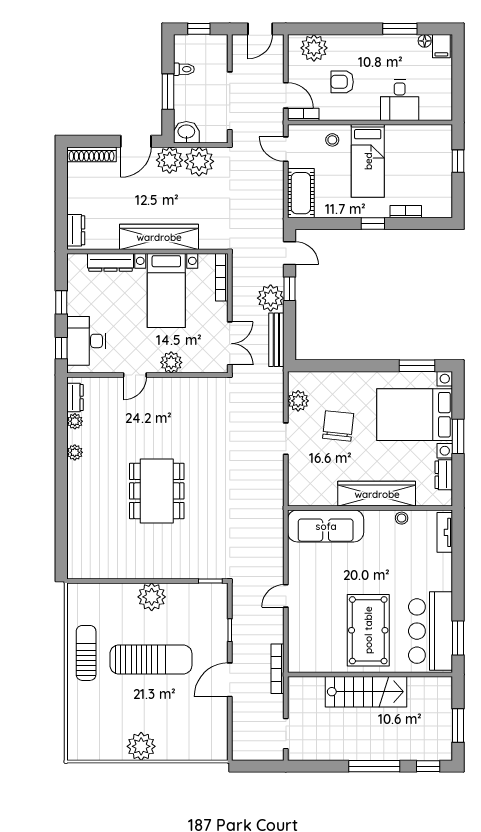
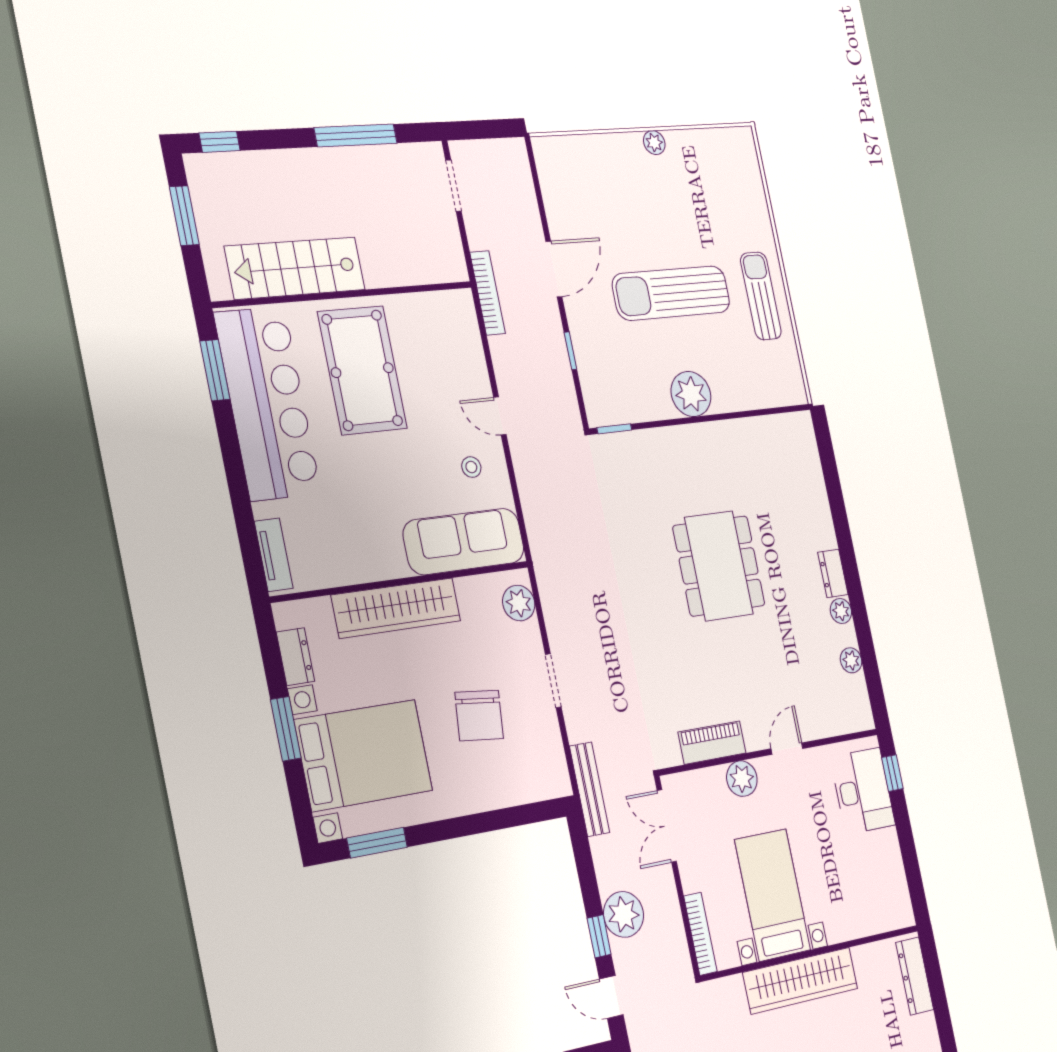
dresser: (76, 230) -> (915, 976), width x1.44
dresser: (111, 262) -> (857, 924), removed
window: (61, 302) -> (907, 846), removed
bench: (276, 340) -> (589, 789), moved
piano: (187, 387) -> (712, 743), added
dresser: (75, 398) -> (833, 573), moved
plant: (298, 401) -> (519, 603), moved
stool: (402, 518) -> (471, 467), moved
door: (286, 596) -> (500, 416), swing flipped
bar counter: (430, 631) -> (267, 403), width x1.36
sun lounger: (86, 653) -> (761, 296), turned 180
stairs: (366, 692) -> (295, 268), moved
plant: (141, 746) -> (654, 143), width x0.53, depth x0.53
window: (374, 766) -> (356, 135), moved

